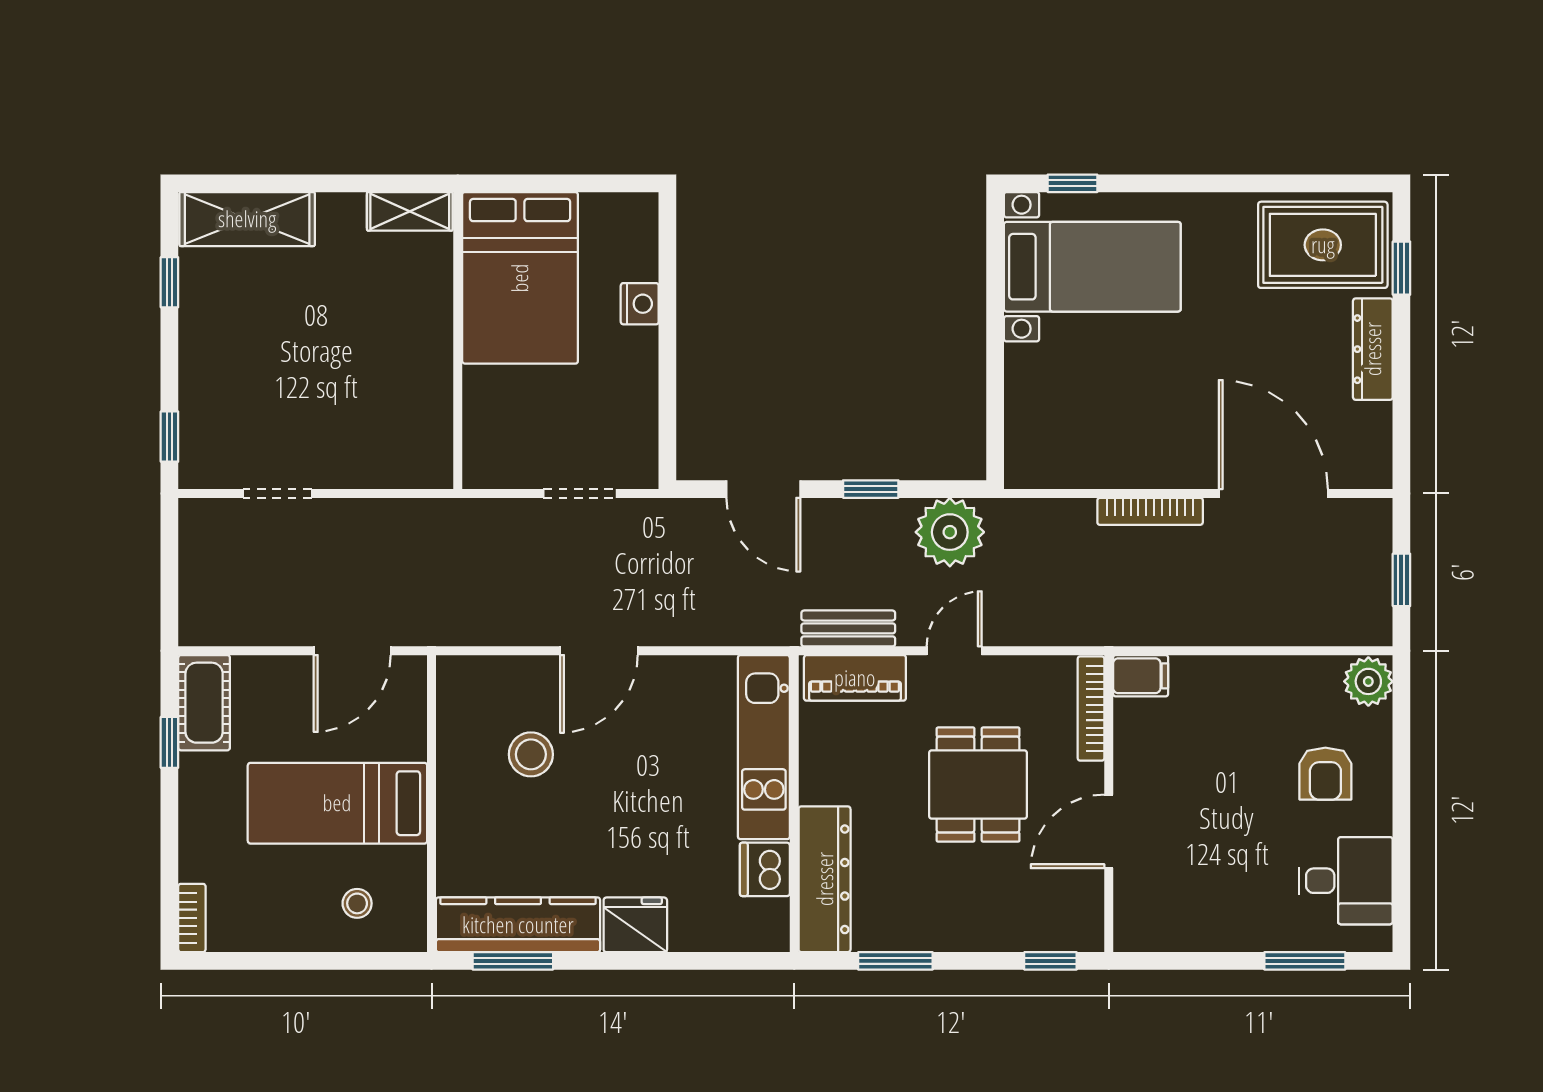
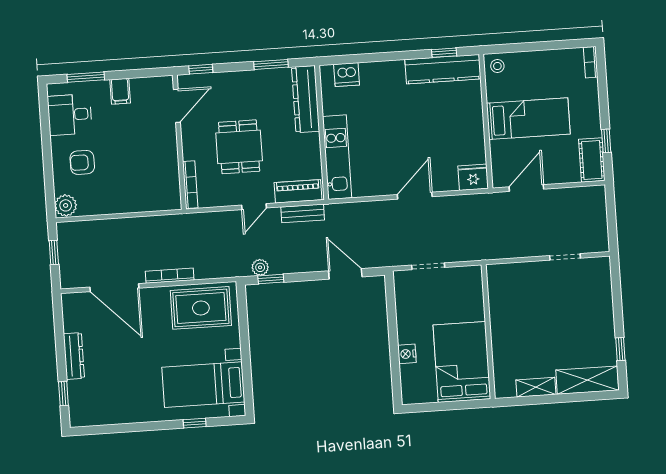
window: (1072, 183) -> (195, 423), moved
shelving: (410, 211) -> (536, 387), moved
rug: (1323, 245) -> (201, 308), moved
window: (169, 437) -> (616, 279), removed
window: (871, 489) -> (271, 279), moved
plant: (950, 532) -> (260, 267), width x0.53, depth x0.53
filing cabinet: (1141, 676) -> (120, 91), moved, turned -90
stool: (531, 754) -> (442, 147), removed
armchair: (1325, 774) -> (82, 162), turned -90
door: (1109, 831) -> (177, 106), moved
dishwasher: (765, 869) -> (347, 75), moved, turned 90
stool: (357, 903) -> (497, 66), moved
fridge: (635, 925) -> (473, 177), moved, turned 180
window: (513, 961) -> (444, 53), width x0.67

